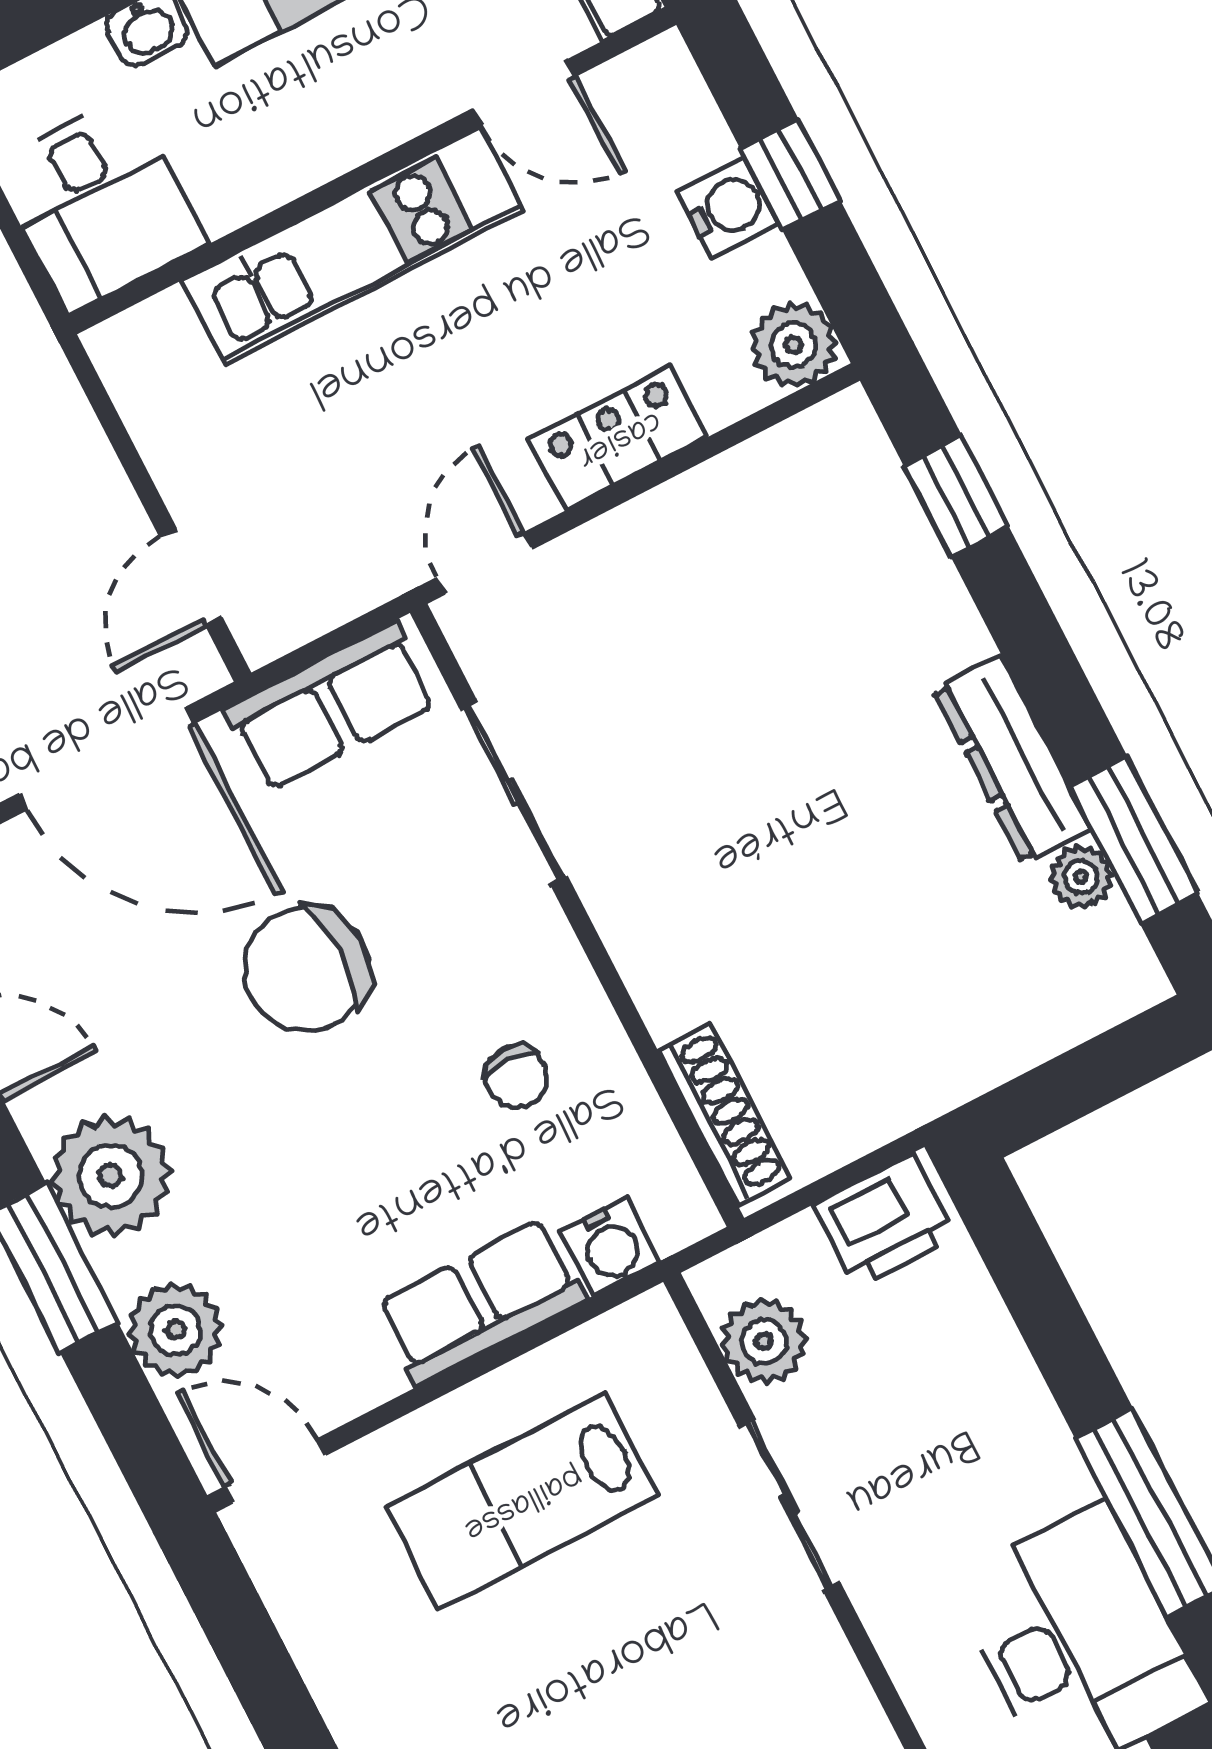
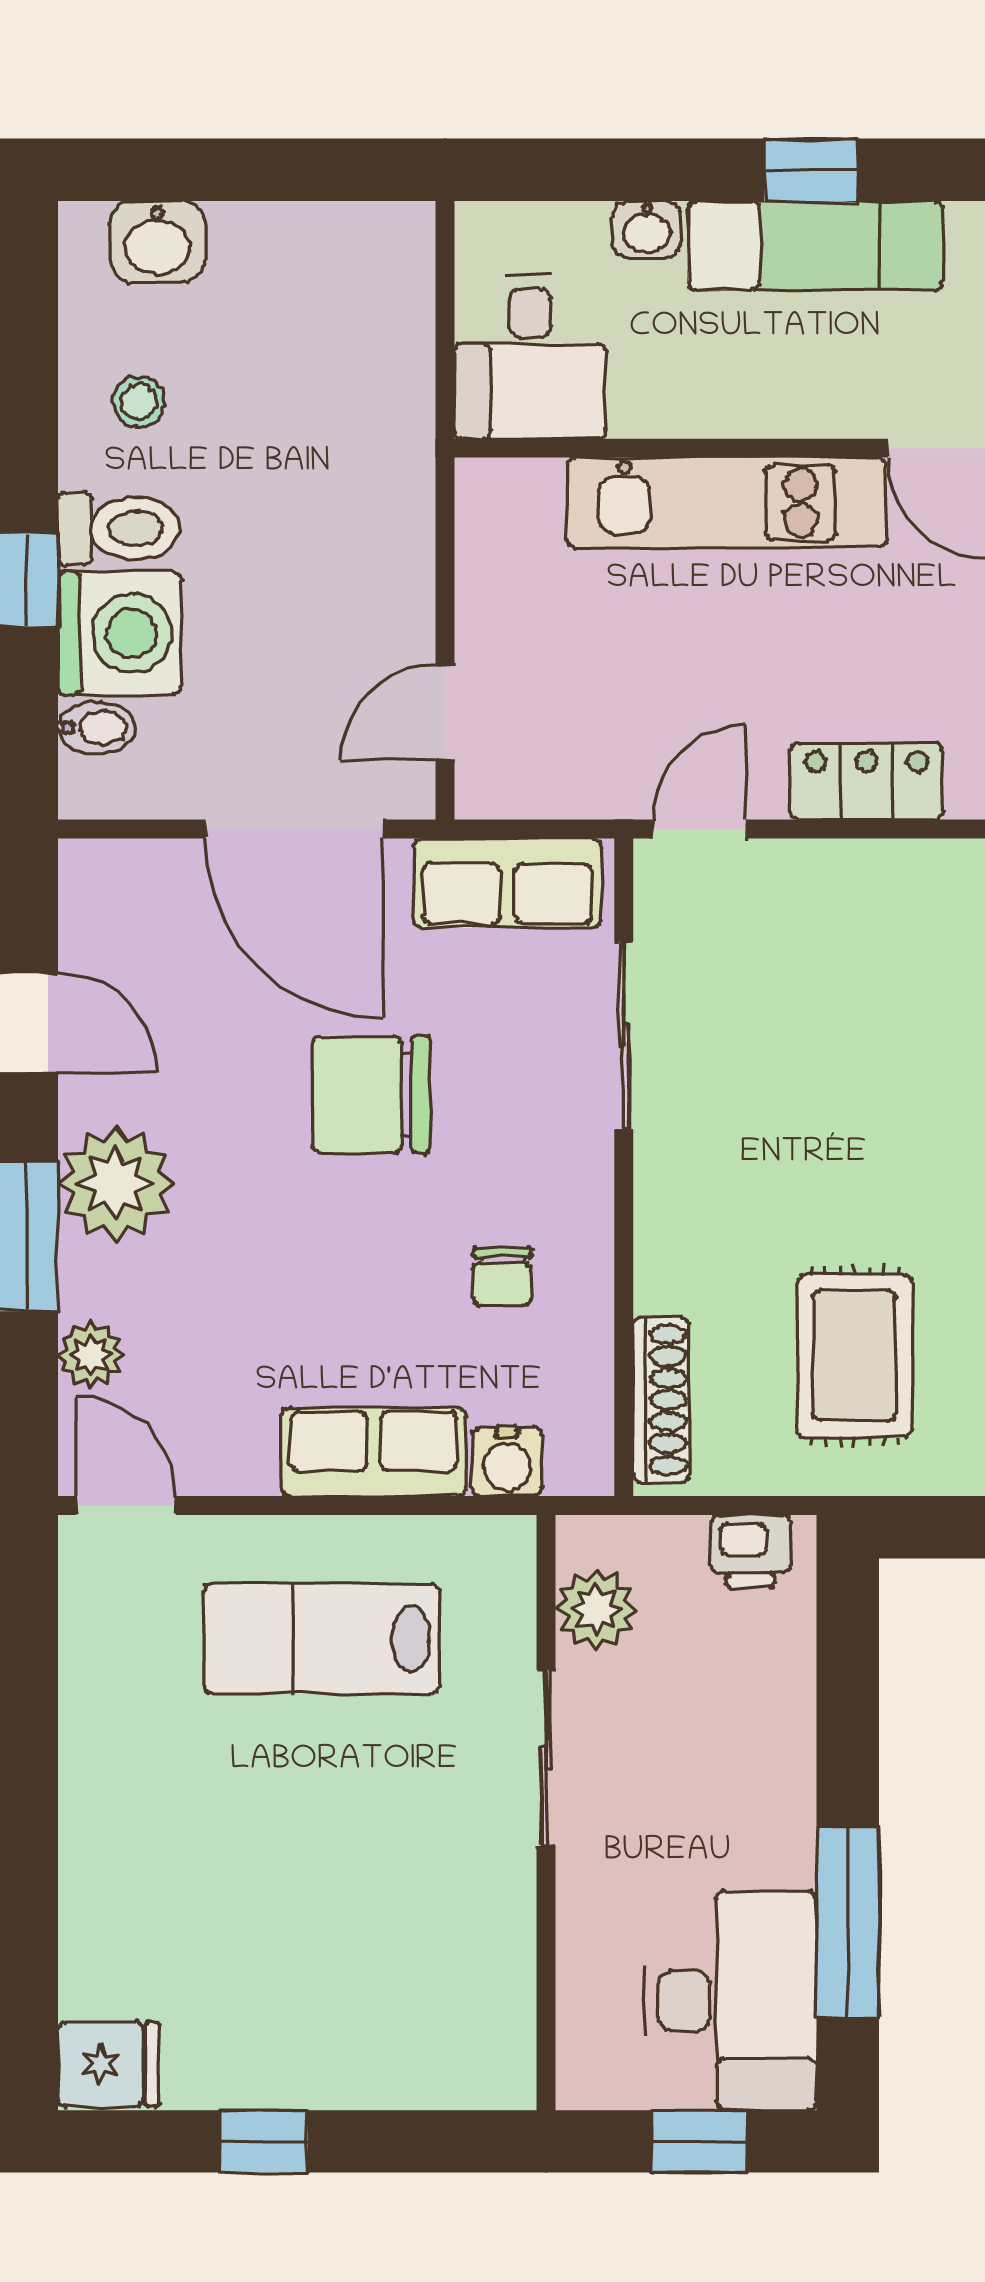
rug: (883, 980) -> (854, 1356), added
printer: (885, 1221) -> (751, 1551), width x0.73, depth x0.81
plant: (175, 1330) -> (91, 1355), width x0.73, depth x0.73

